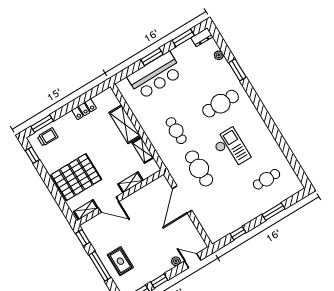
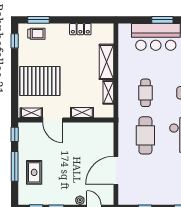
door: (182, 200) -> (116, 170), moved

